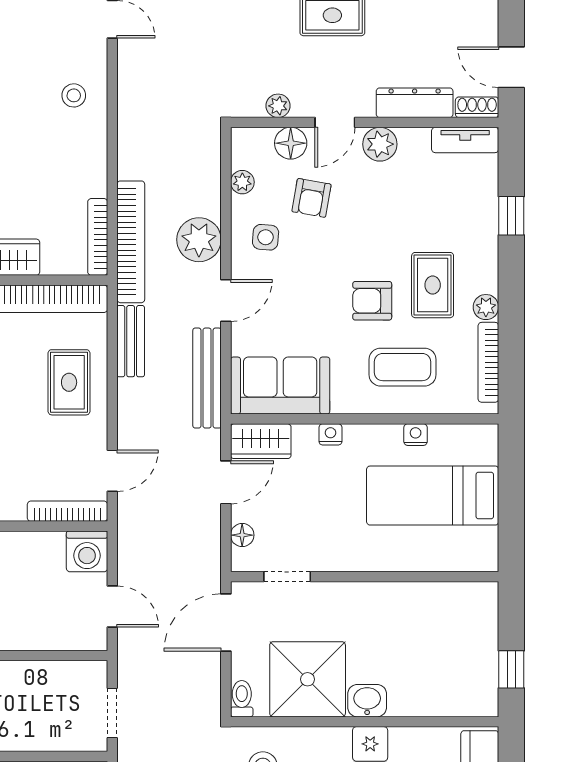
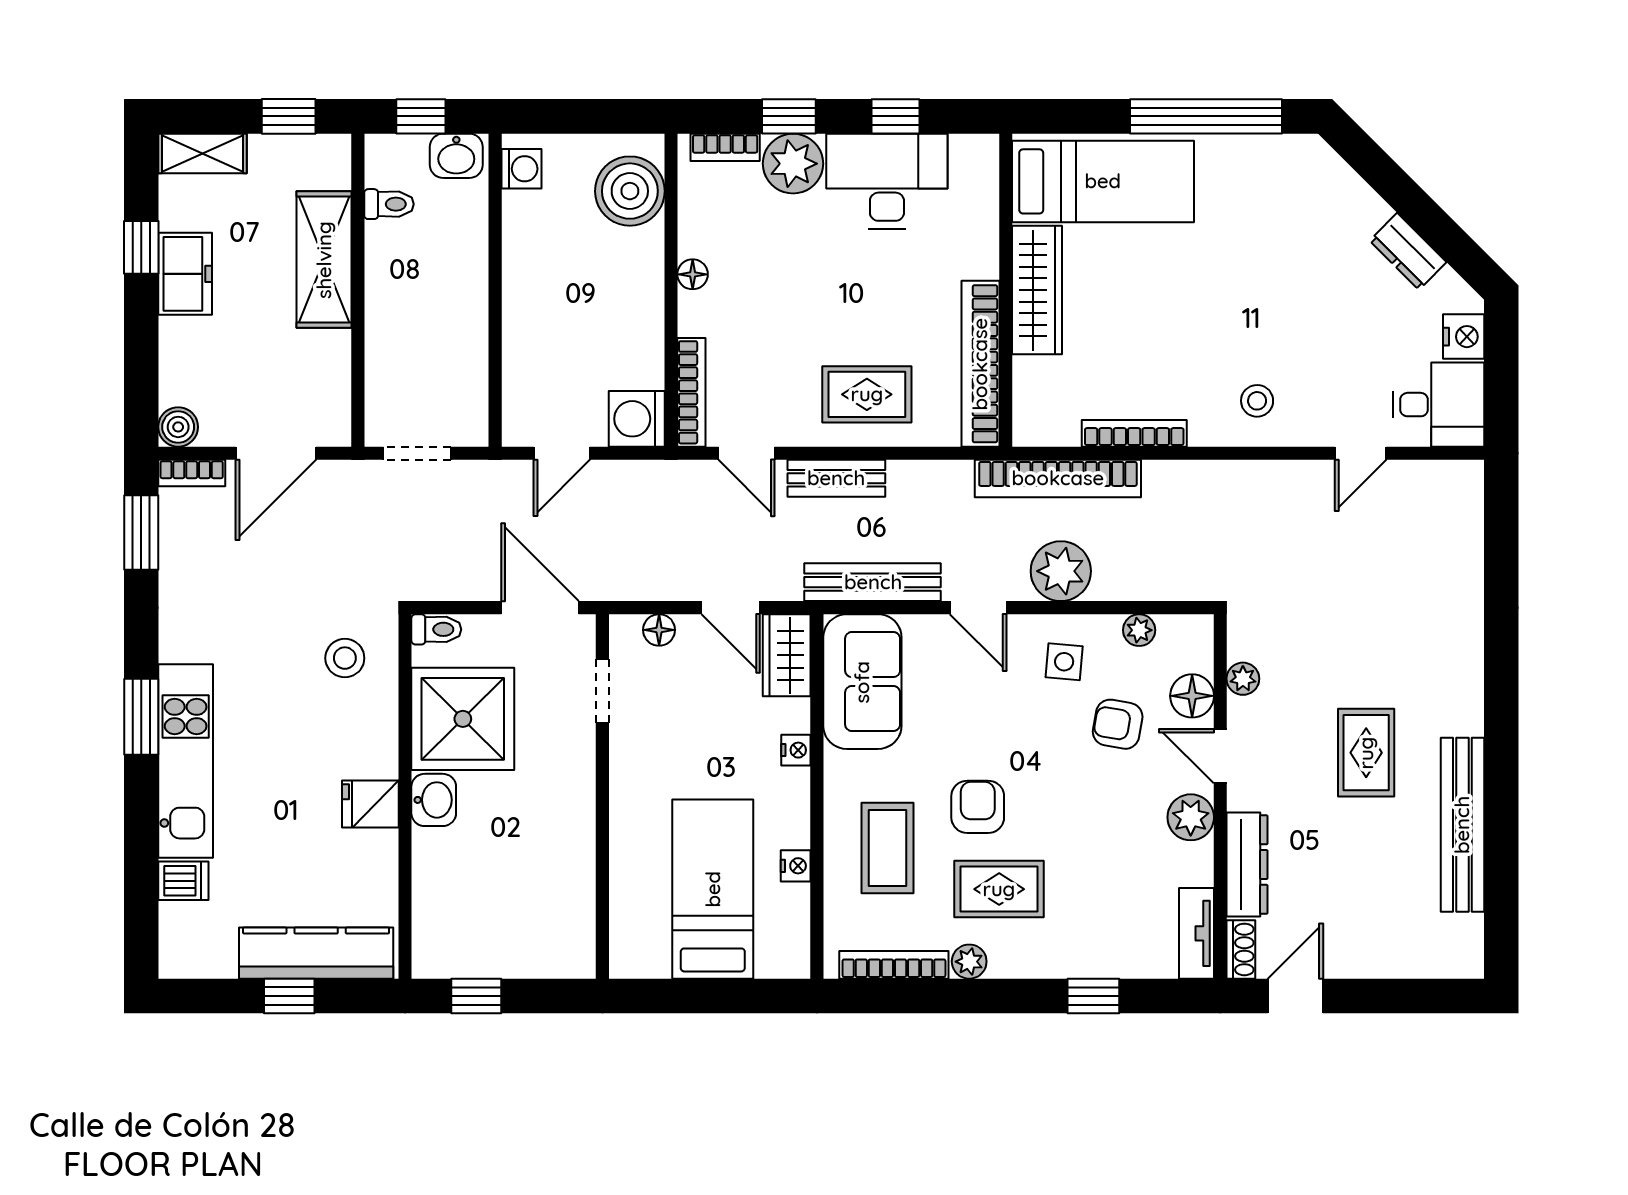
bookcase: (98, 237) -> (1134, 433), moved
bench: (131, 341) -> (836, 478), moved

